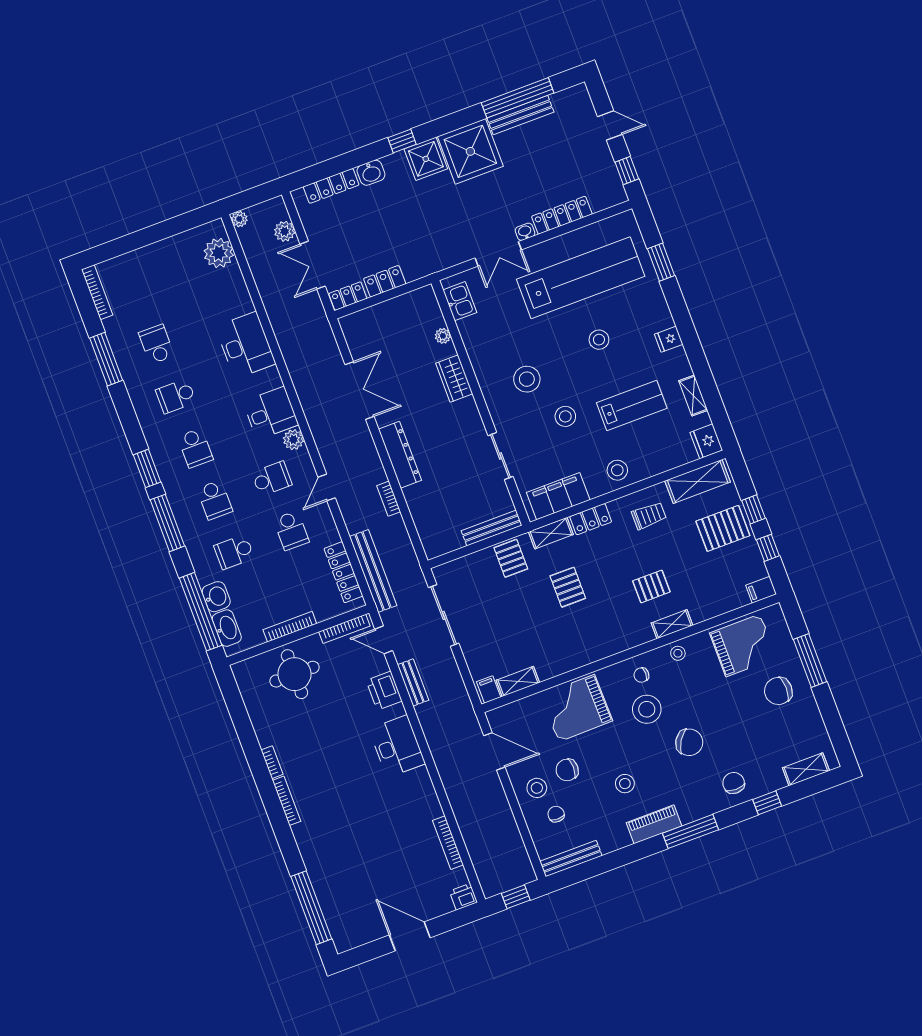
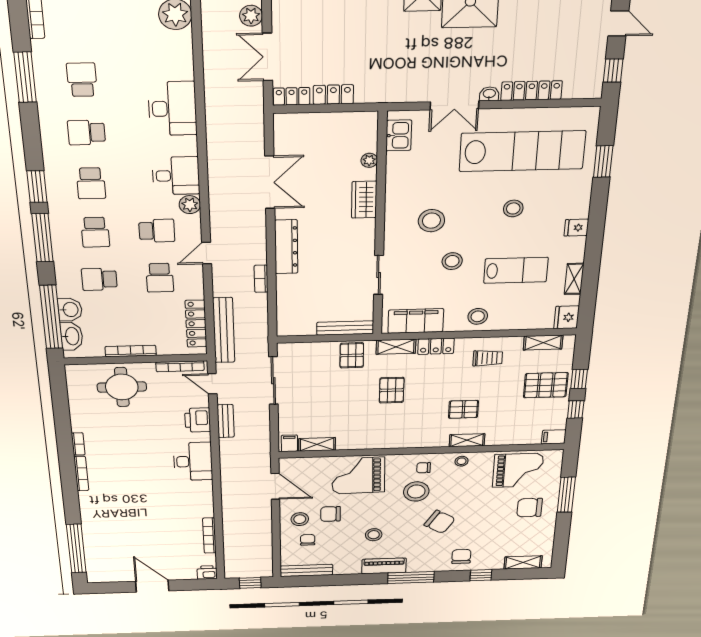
shelving: (698, 481) -> (543, 343), width x0.67, depth x0.75

